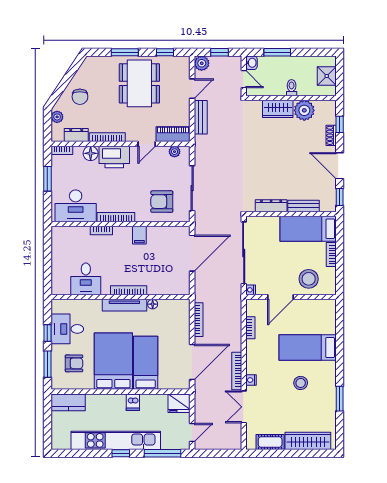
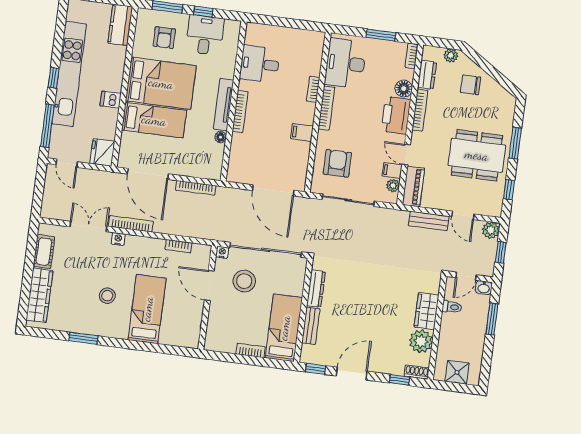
toilet: (292, 88) -> (452, 307), moved
shoe rack: (331, 135) -> (417, 372), moved
filing cabinet: (162, 154) -> (392, 170), added
stool: (309, 279) -> (244, 281), moved

